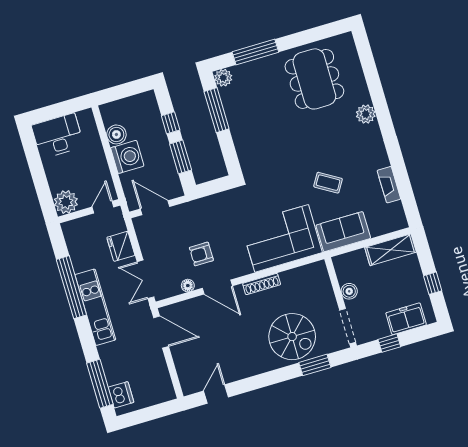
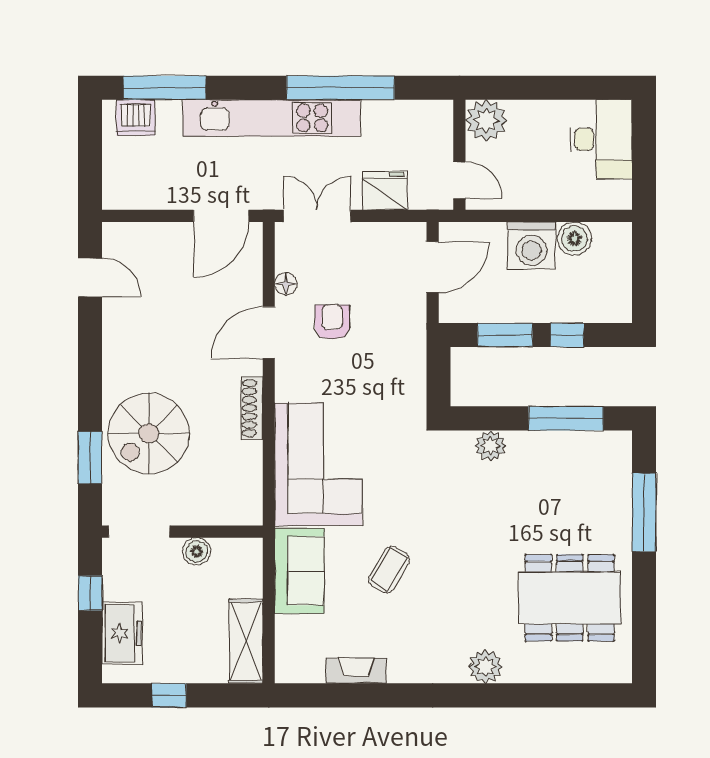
plant: (223, 78) -> (491, 446), moved
kitchen unit: (95, 307) -> (272, 118), width x1.36

